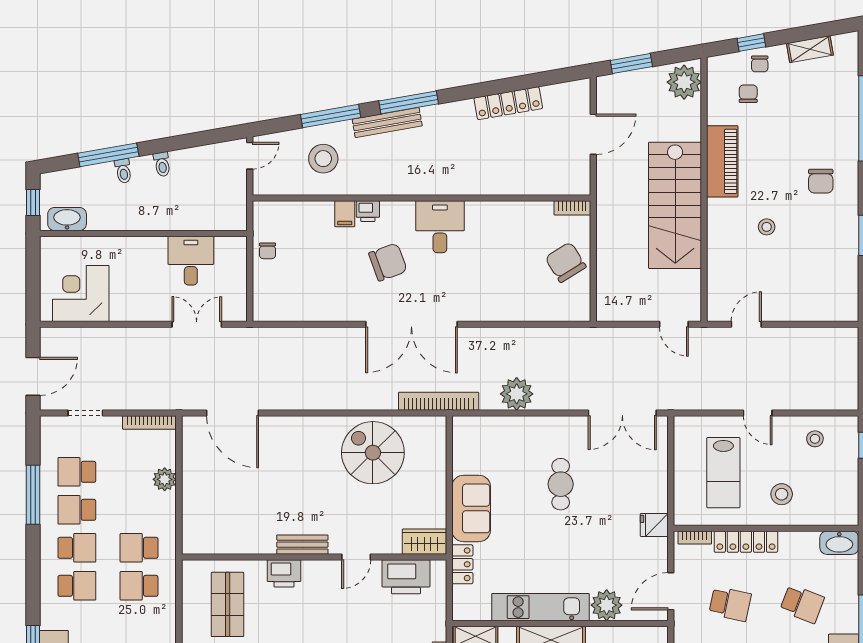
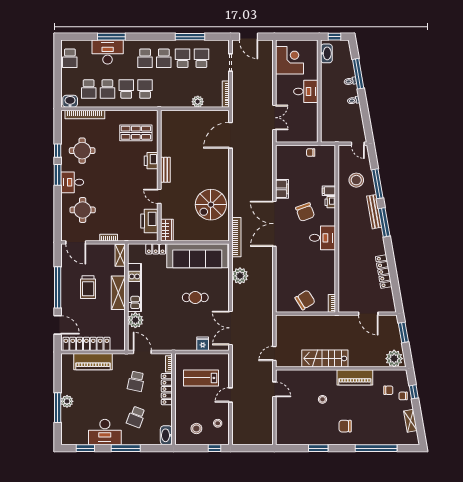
stairs: (675, 205) -> (325, 358), width x0.73, depth x0.66
desk: (191, 261) -> (306, 91), moved
filing cabinet: (341, 309) -> (282, 189), added
spiral stairs: (373, 453) -> (211, 205), turned 180
stool: (782, 494) -> (196, 429), moved
sofa: (471, 508) -> (197, 256), width x1.85, depth x1.27
fridge: (654, 525) -> (203, 344), moved
school desk: (139, 548) -> (126, 89), moved

